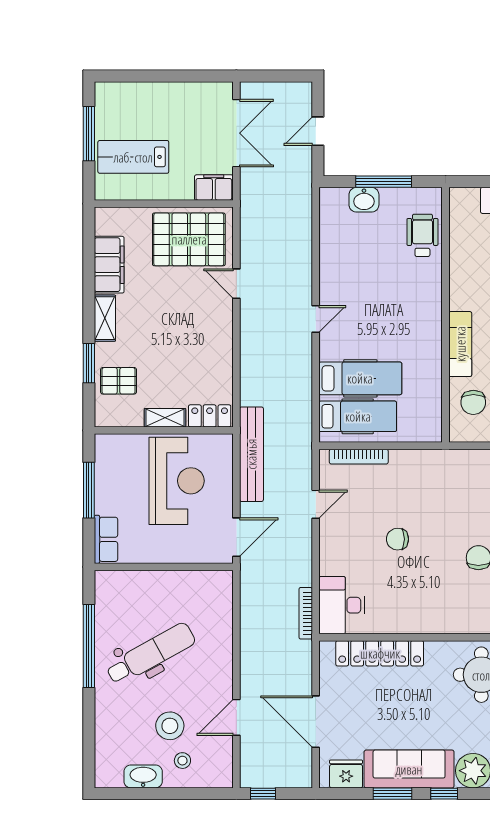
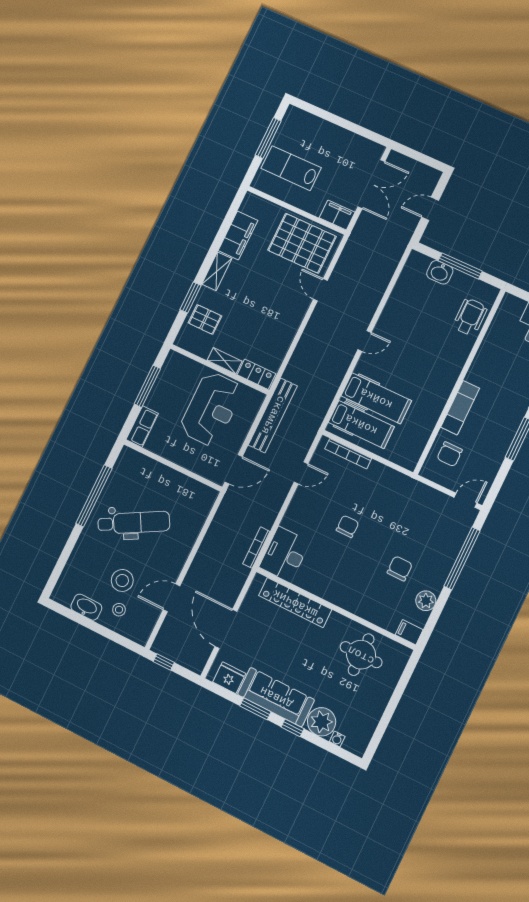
chair: (397, 539) -> (347, 526), turned 90

